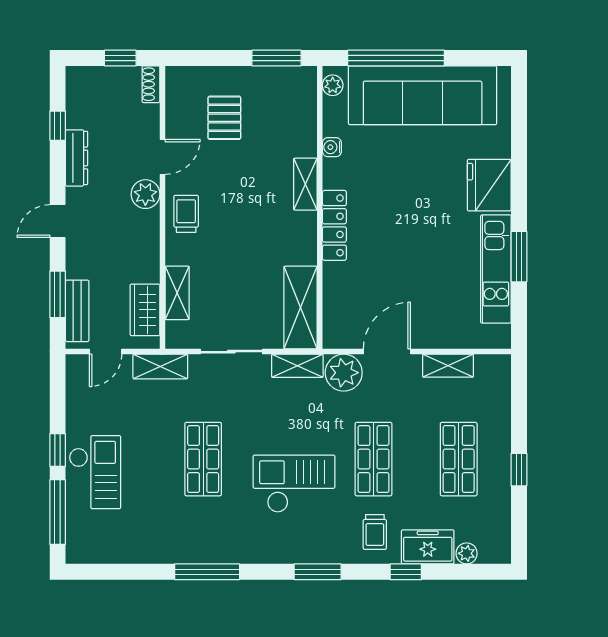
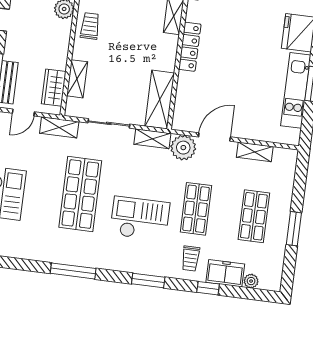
shop shelf: (203, 459) -> (80, 194), width x1.43, depth x1.36
window: (519, 470) -> (294, 229), width x1.50

